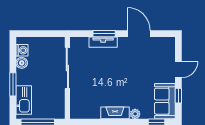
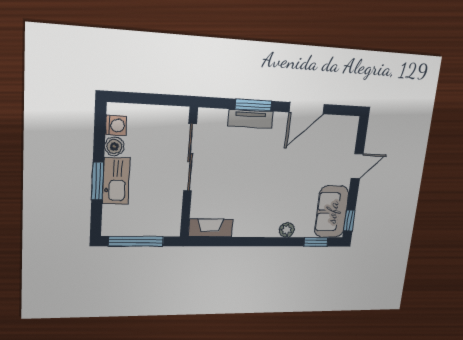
door: (139, 34) -> (307, 108), swing flipped
window: (178, 96) -> (349, 220), moved
kitchen sink: (24, 100) -> (116, 181), moved
fireplace: (115, 113) -> (211, 228), moved

